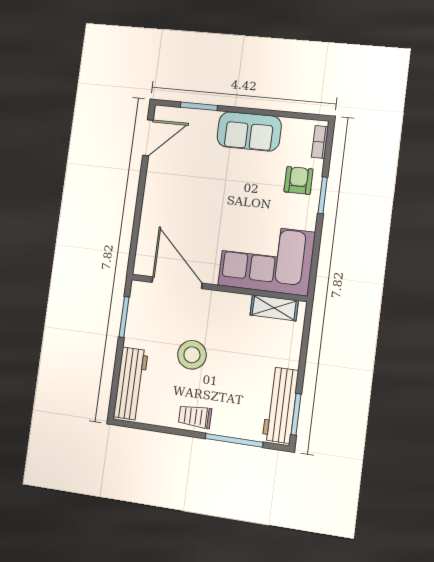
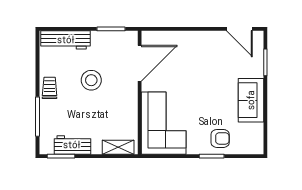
bookcase: (320, 142) -> (248, 150), removed
shelving: (274, 308) -> (118, 147), moved, turned 90
workbench: (281, 405) -> (72, 145), width x0.73

